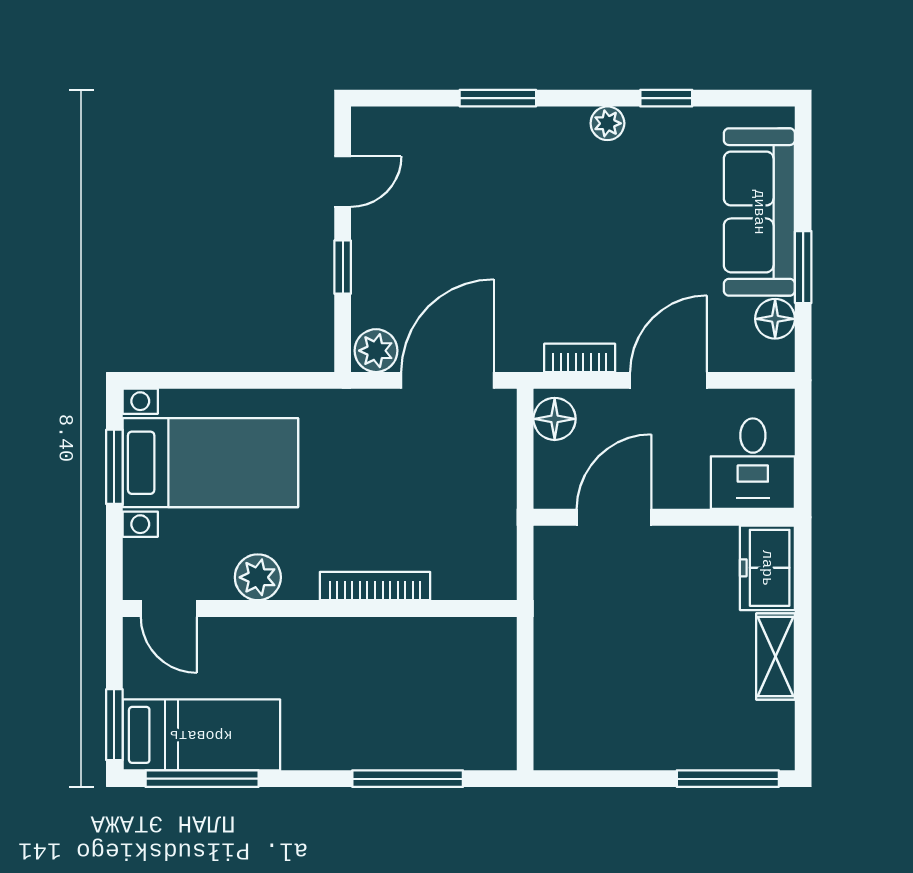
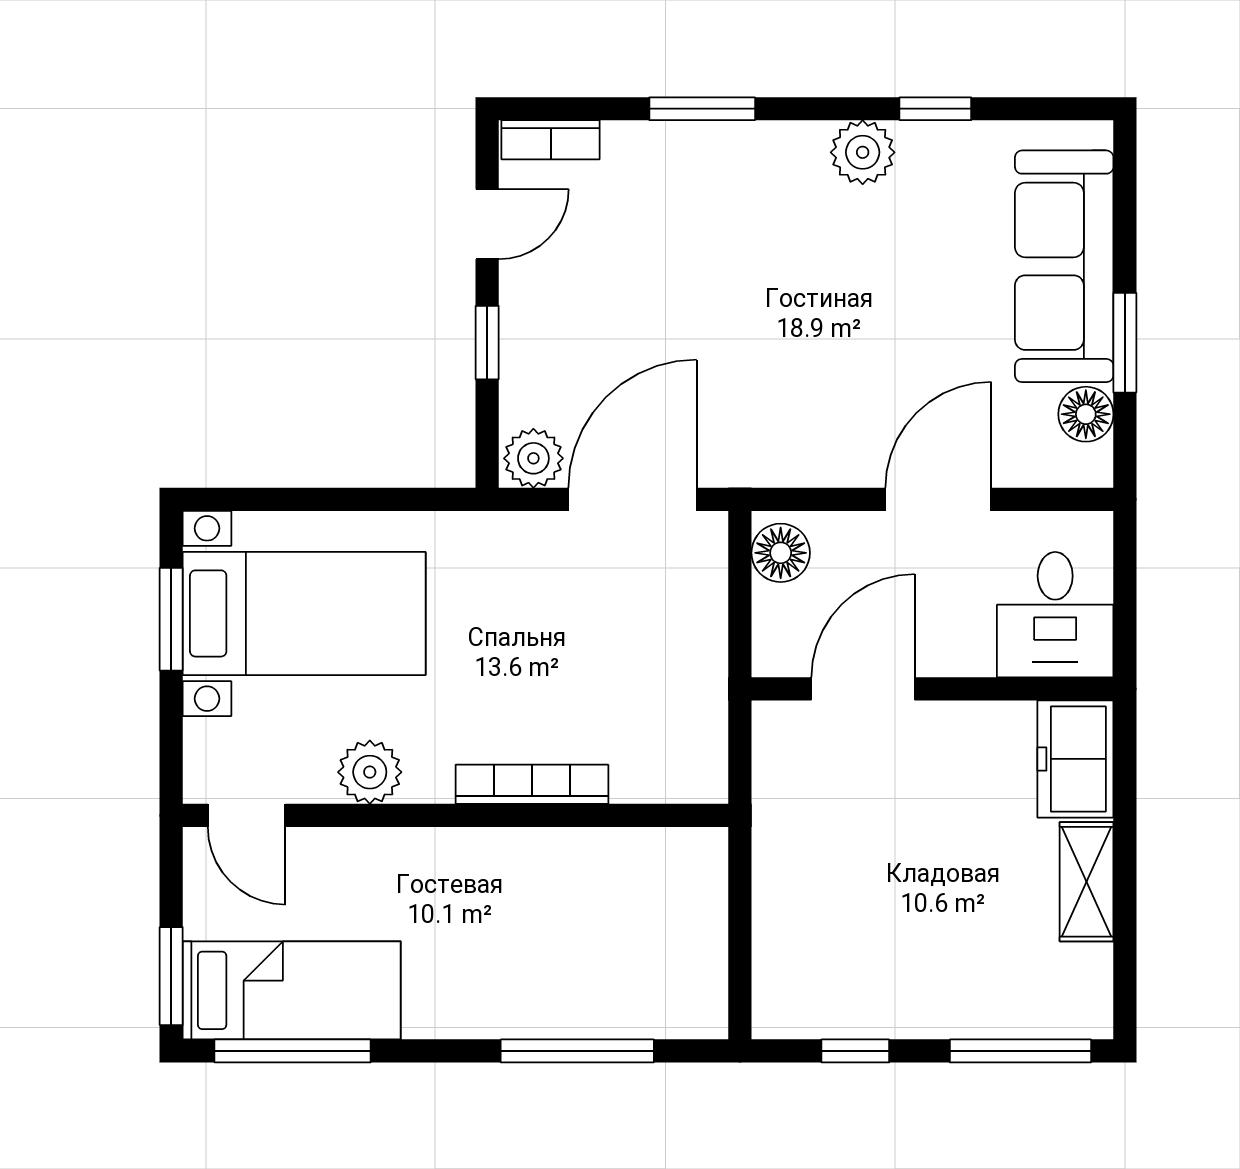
plant: (607, 123) -> (863, 152), width x1.38, depth x1.38
bookcase: (580, 358) -> (551, 140), moved, turned 180
window: (609, 779) -> (855, 1051), added

